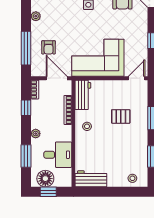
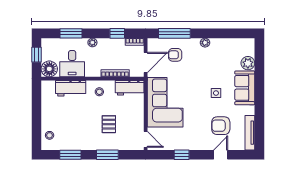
floor lamp: (45, 179) -> (49, 69), moved
workbench: (91, 179) -> (71, 88), moved, turned 90

